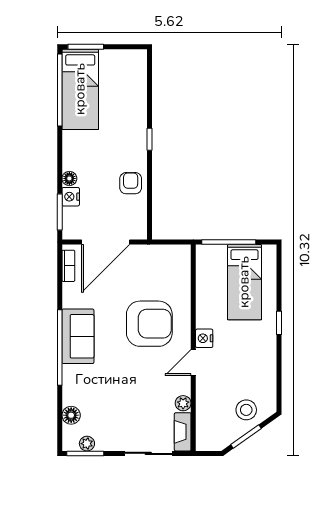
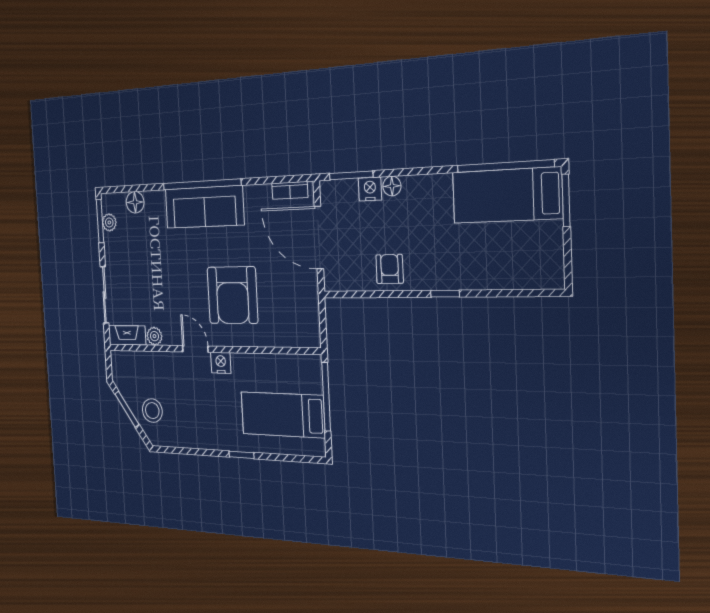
armchair: (131, 183) -> (390, 269), turned -90
sofa: (78, 336) -> (204, 207), width x1.36

